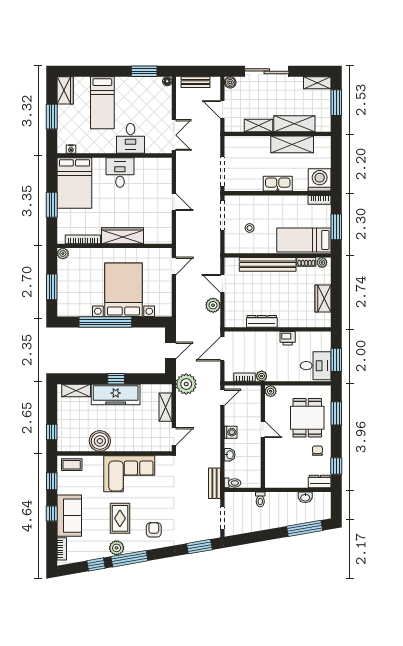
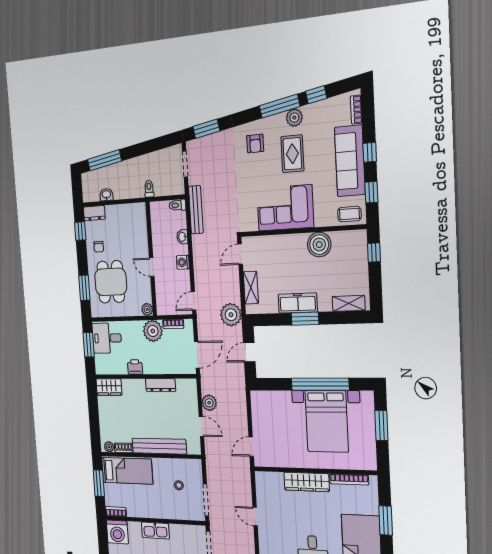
plant: (63, 254) -> (371, 464), removed
bed with nightstands: (124, 290) -> (327, 421), moved
wardrobe: (323, 298) -> (109, 387), moved, turned 90
plant: (262, 376) -> (153, 331), width x1.88, depth x1.88
window: (116, 379) -> (305, 319), width x1.50
freezer: (116, 394) -> (298, 303), width x0.73, depth x0.79
bench: (215, 483) -> (196, 210), width x1.36
sofa: (69, 516) -> (350, 161), width x1.36

